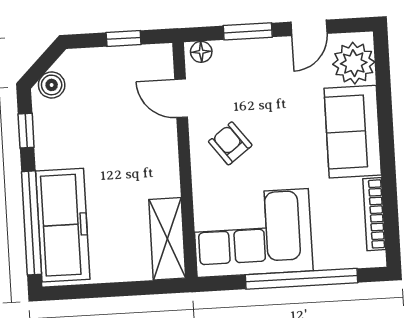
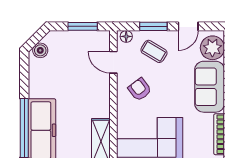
window: (124, 39) -> (83, 26), width x1.50
coffee table: (251, 75) -> (154, 51), added
window: (26, 131) -> (24, 75), removed

